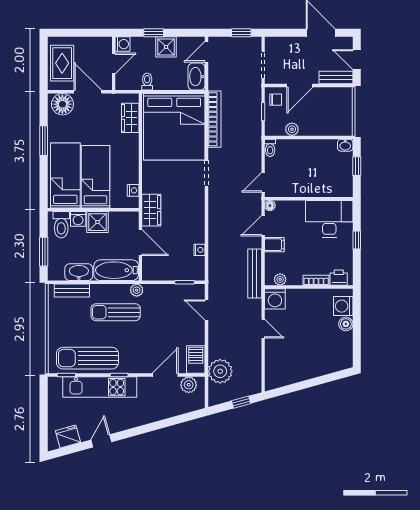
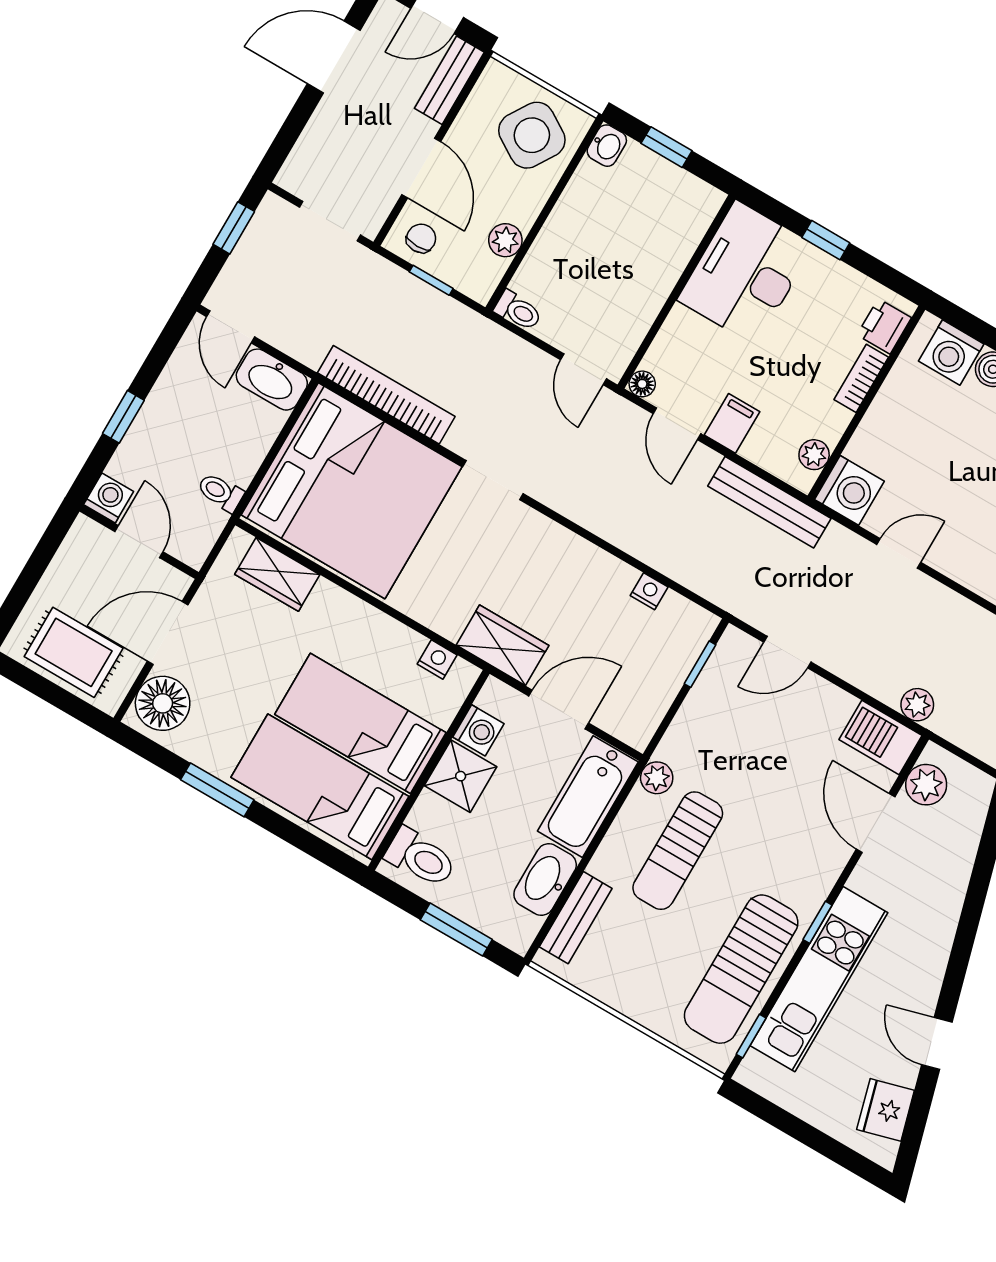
shower: (166, 47) -> (169, 408), removed
side table: (334, 117) -> (532, 135), added
washing machine: (78, 219) -> (478, 730), moved
plant: (220, 371) -> (917, 705), width x0.53, depth x0.53

